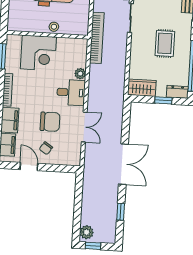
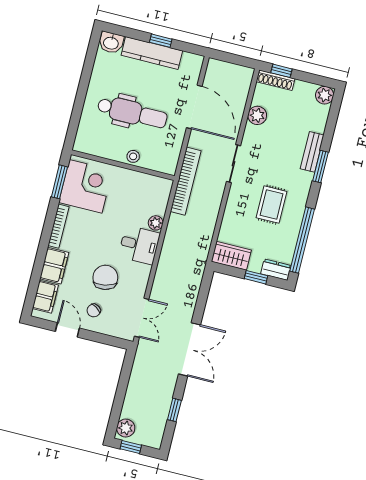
corner desk: (38, 53) -> (86, 186), moved, turned -90
chair: (50, 122) -> (105, 277), turned -101
double door: (84, 127) -> (142, 318), moved

